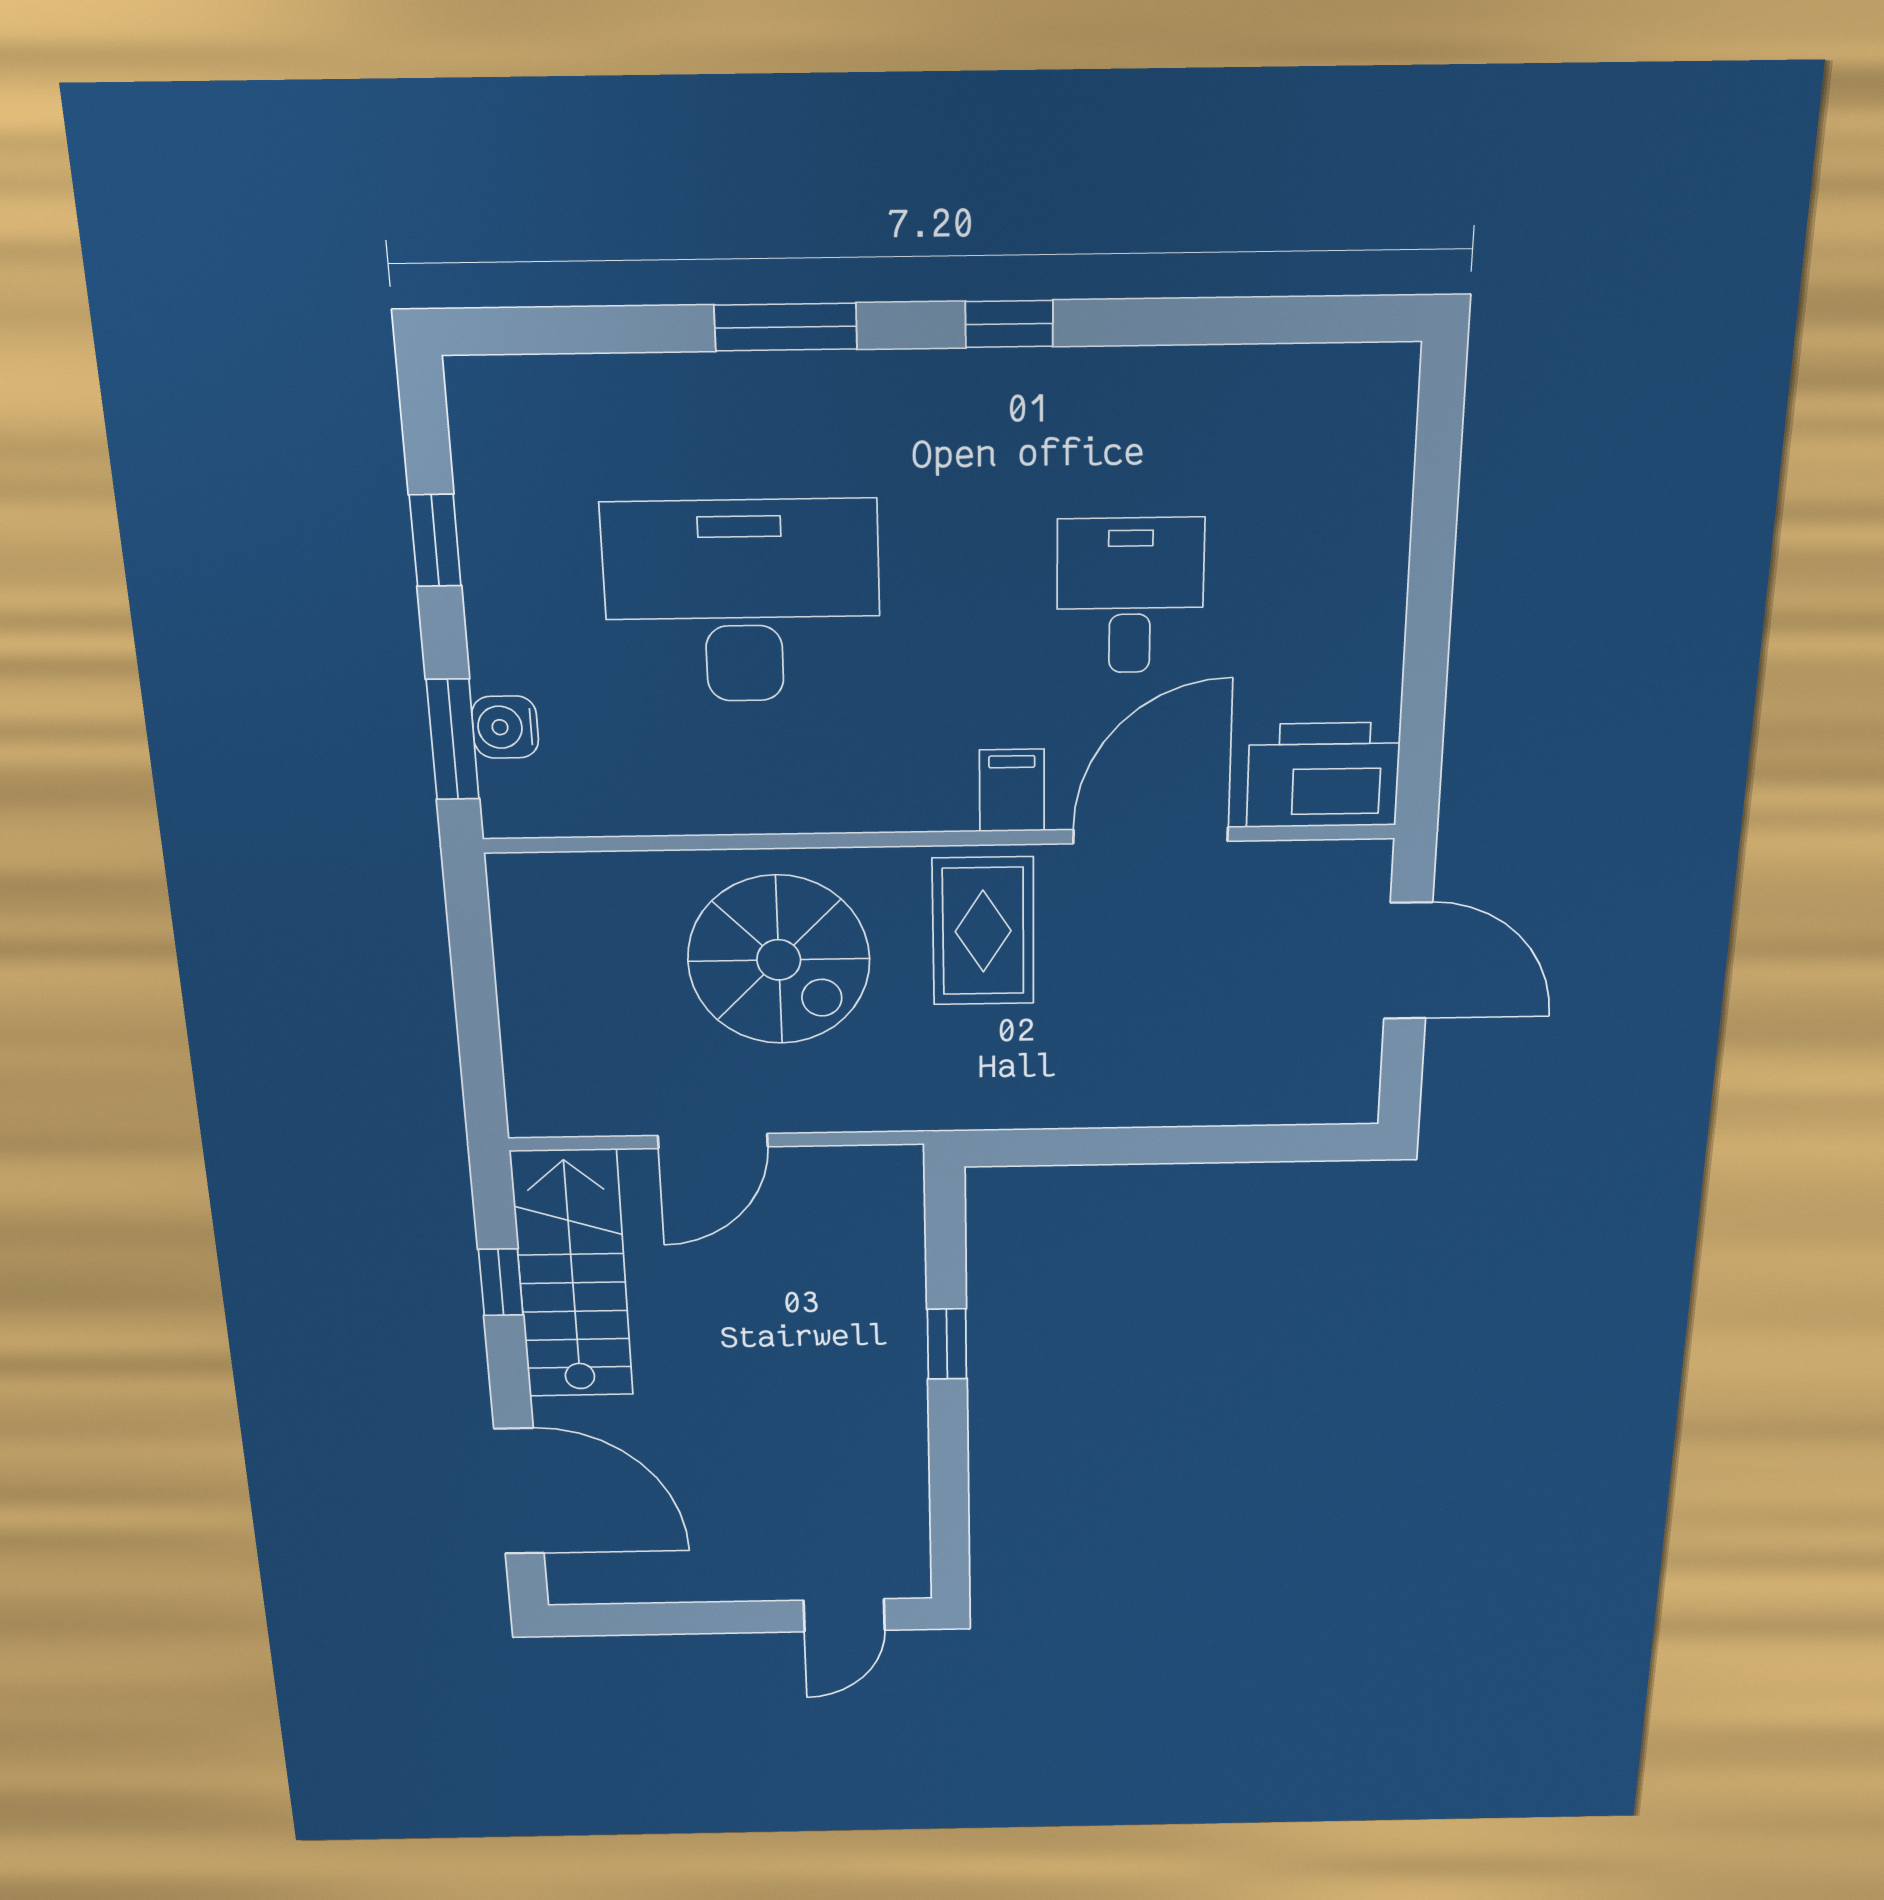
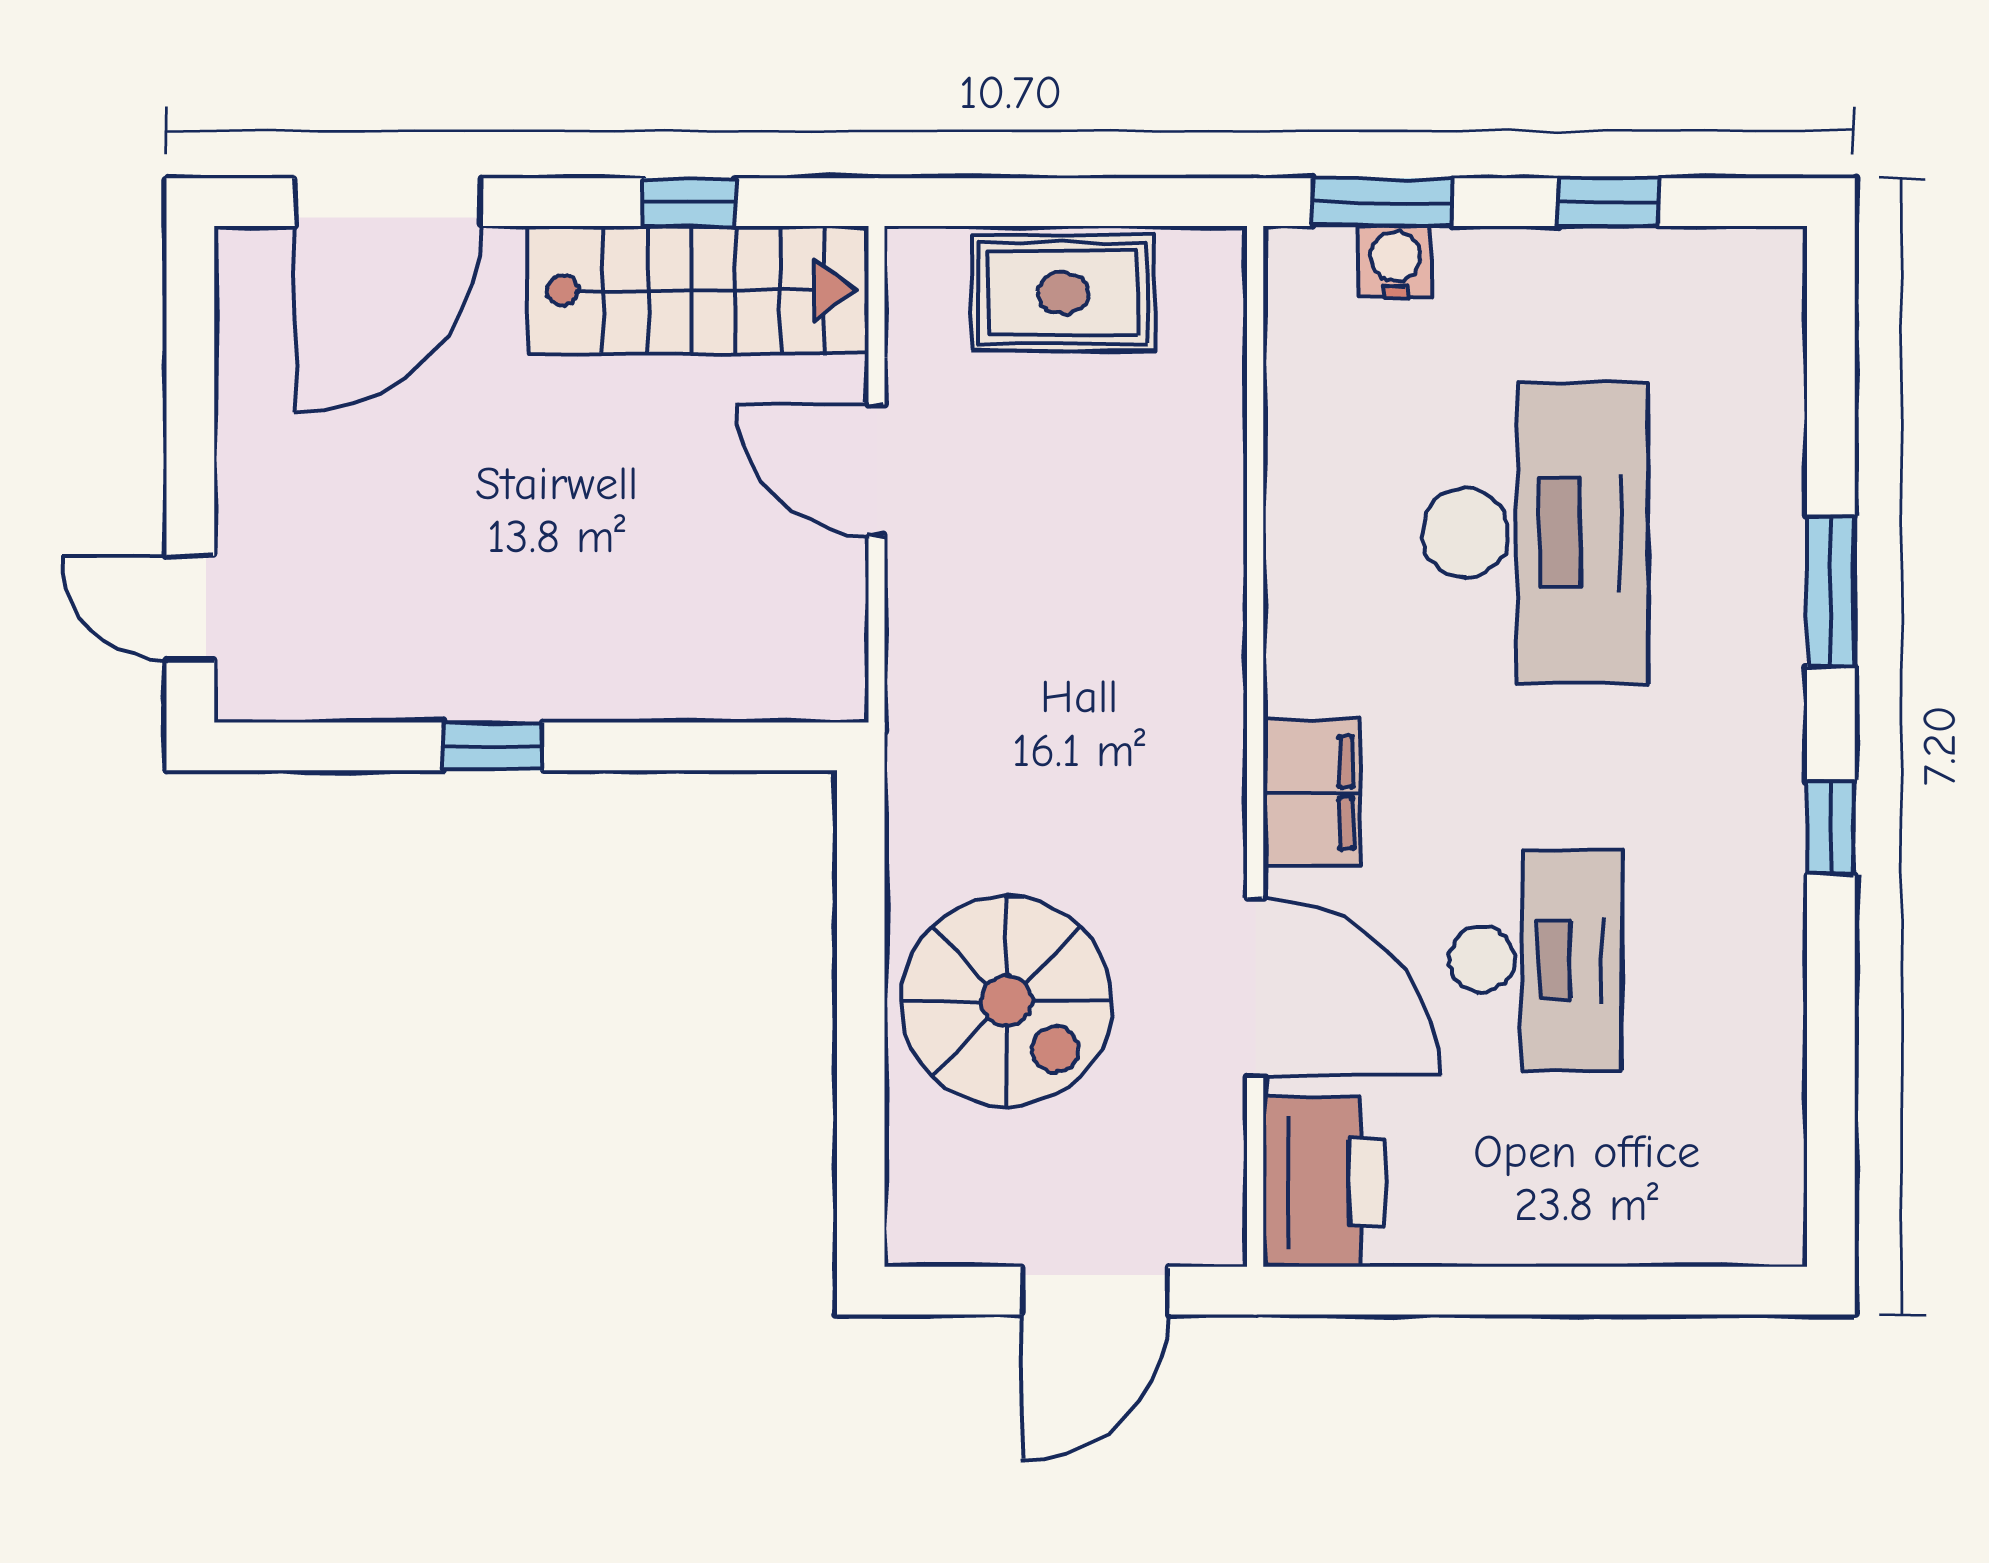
desk: (1130, 596) -> (1535, 960), width x1.37
filing cabinet: (1012, 790) -> (1312, 792), width x2.00
rug: (983, 931) -> (1063, 293), moved
spiral stairs: (779, 960) -> (1006, 1001), moved, turned -90
window: (947, 1344) -> (493, 746), moved

